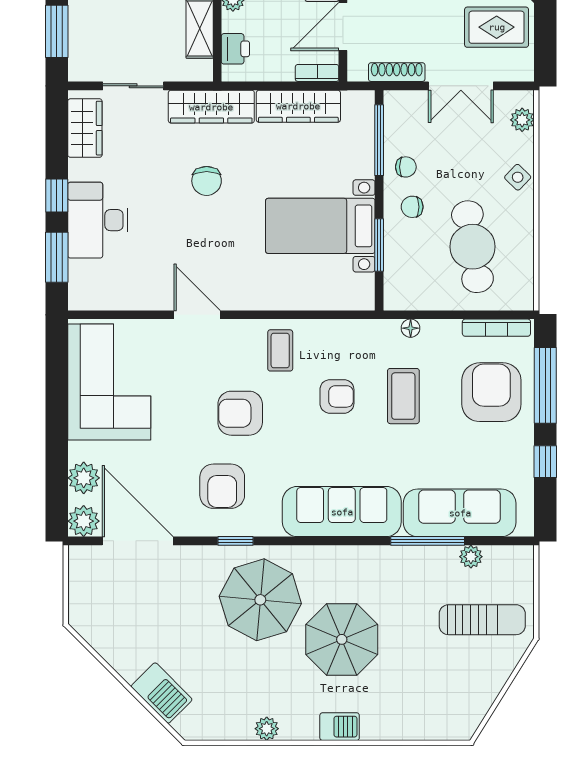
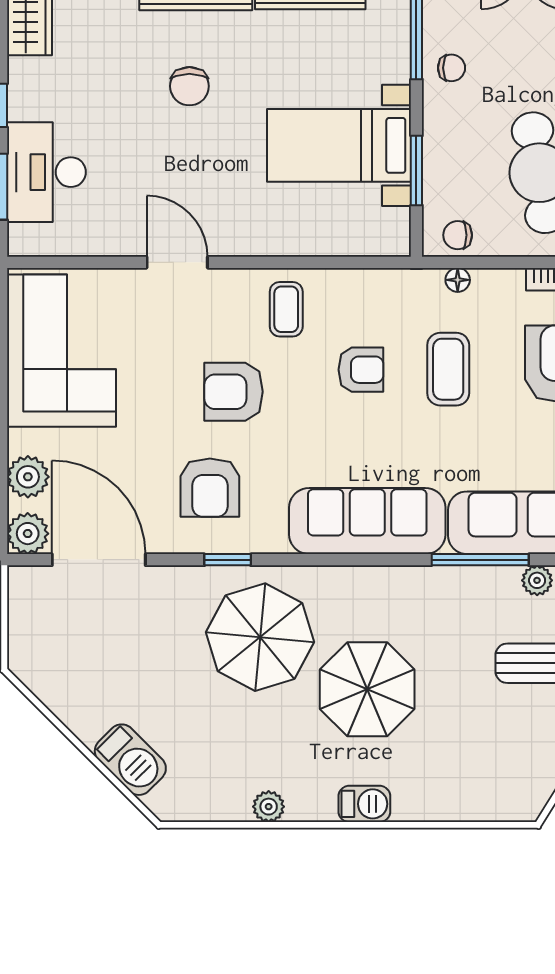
chair: (412, 207) -> (458, 235), moved
desk: (98, 220) -> (46, 172), moved

